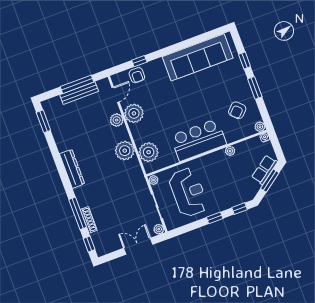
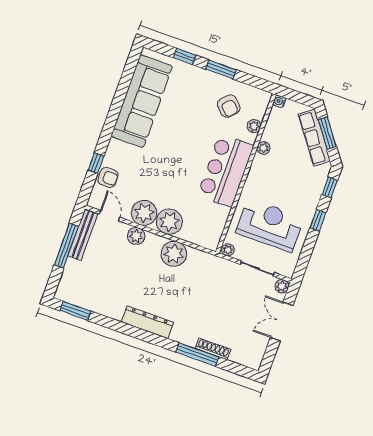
bench: (79, 93) -> (83, 235), moved
plant: (260, 127) -> (254, 126), moved
plant: (149, 152) -> (169, 222), moved
row of seats: (265, 170) -> (314, 138), width x1.48
window: (89, 244) -> (238, 369), removed

